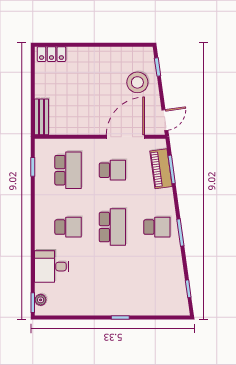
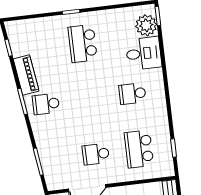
piano: (161, 169) -> (26, 75), moved
school desk: (112, 227) -> (83, 43), moved
plant: (41, 300) -> (146, 25), width x1.88, depth x1.88

